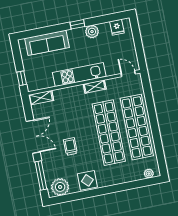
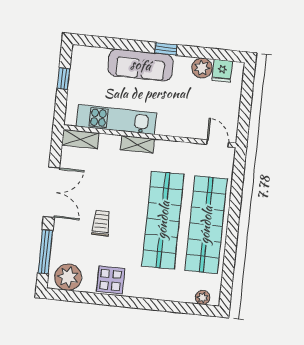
plant: (92, 32) -> (202, 68), moved
sofa: (47, 43) -> (141, 65), moved
kitchen unit: (79, 75) -> (116, 120), moved
window: (22, 78) -> (63, 78), moved
shelving: (95, 87) -> (137, 144), moved

